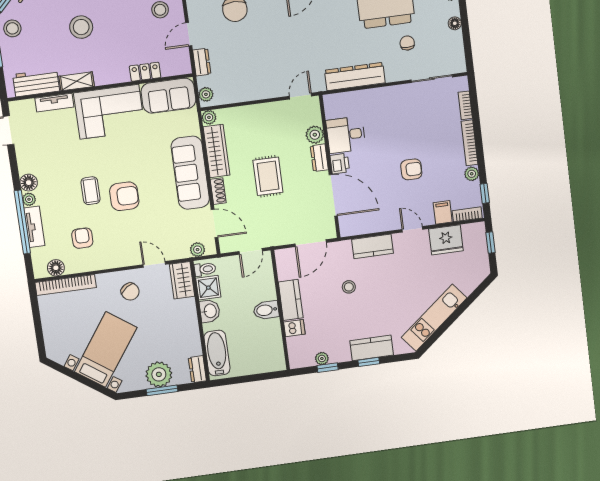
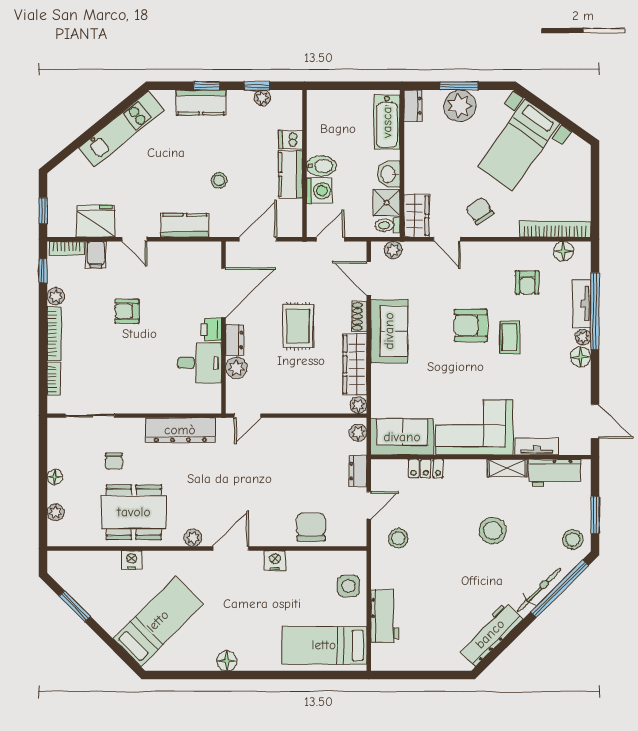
sofa: (190, 173) -> (389, 331), width x0.73
door: (333, 195) -> (224, 293), swing flipped
washing machine: (265, 290) -> (319, 191), added

